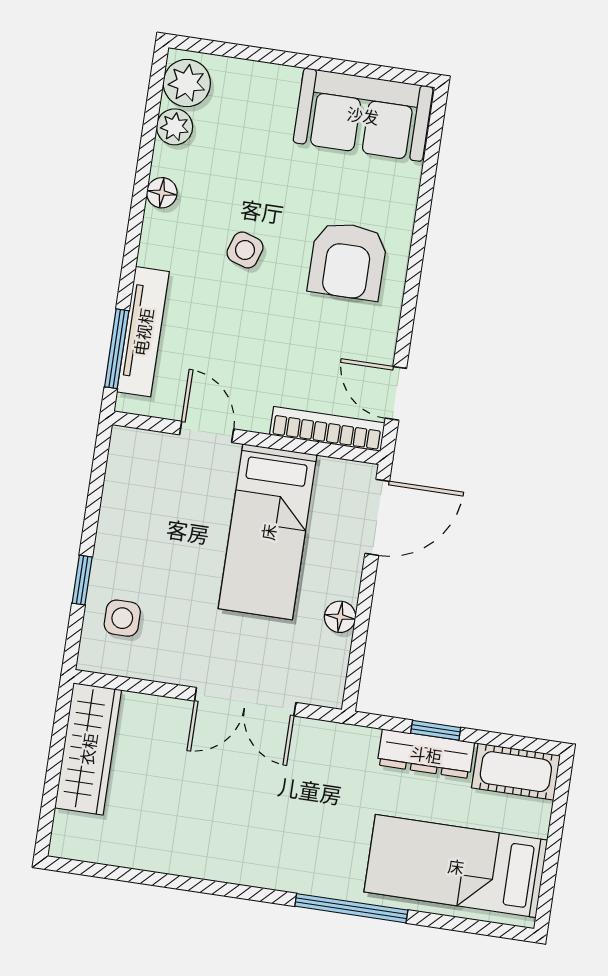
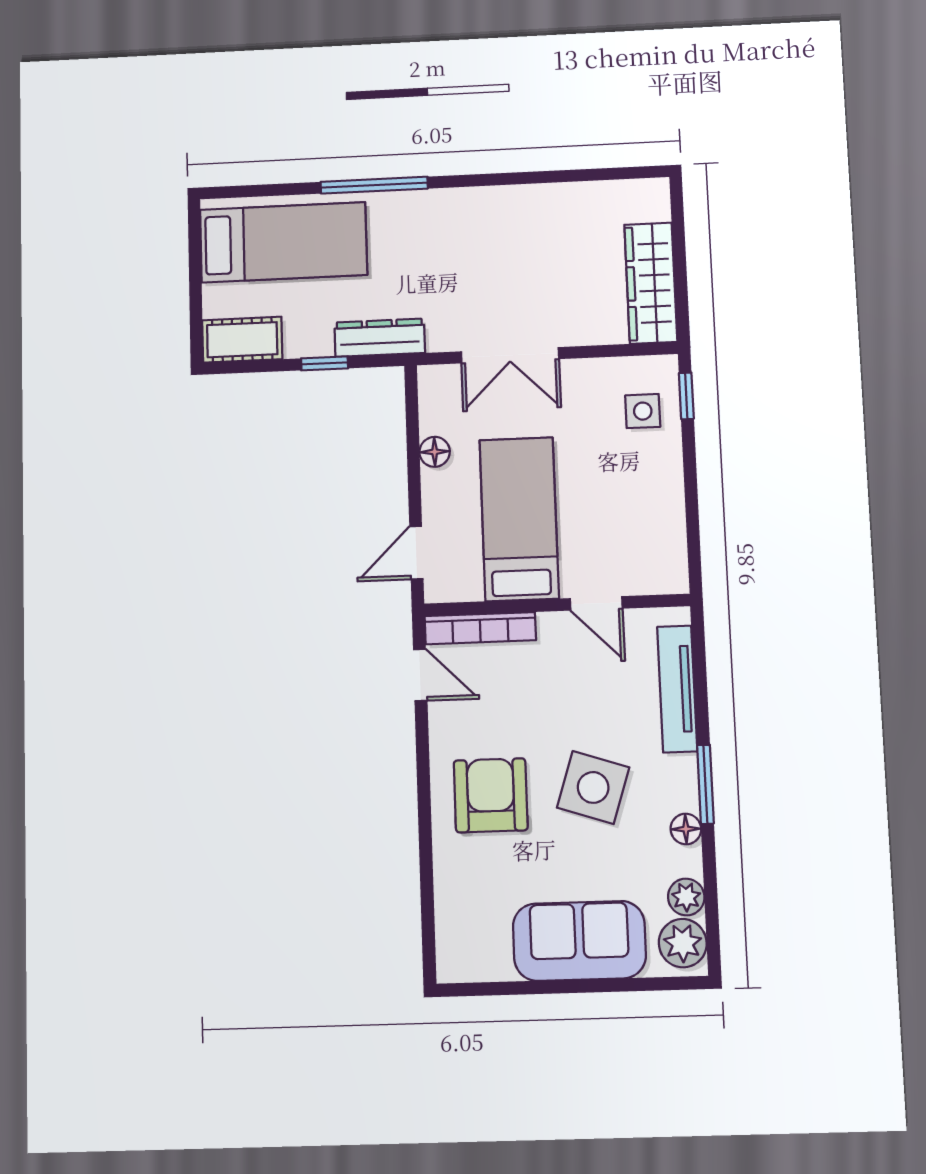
sofa: (363, 115) -> (579, 941), moved
side table: (245, 250) -> (593, 787), width x1.87, depth x1.87
window: (117, 349) -> (705, 784), moved
door: (377, 517) -> (416, 553), width x0.73
window: (82, 580) -> (686, 396), moved
double door: (245, 702) -> (510, 355), swing flipped
dresser: (426, 754) -> (380, 338), moved

